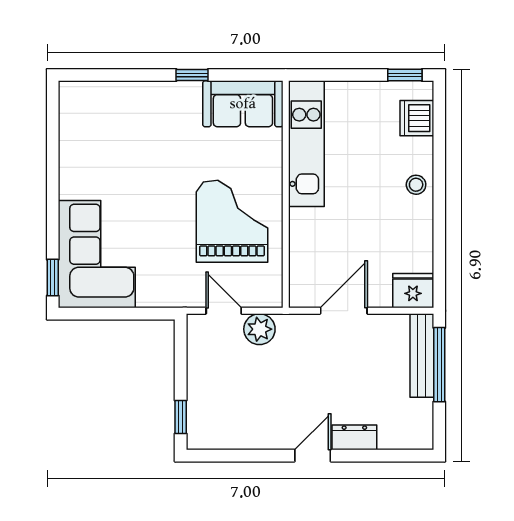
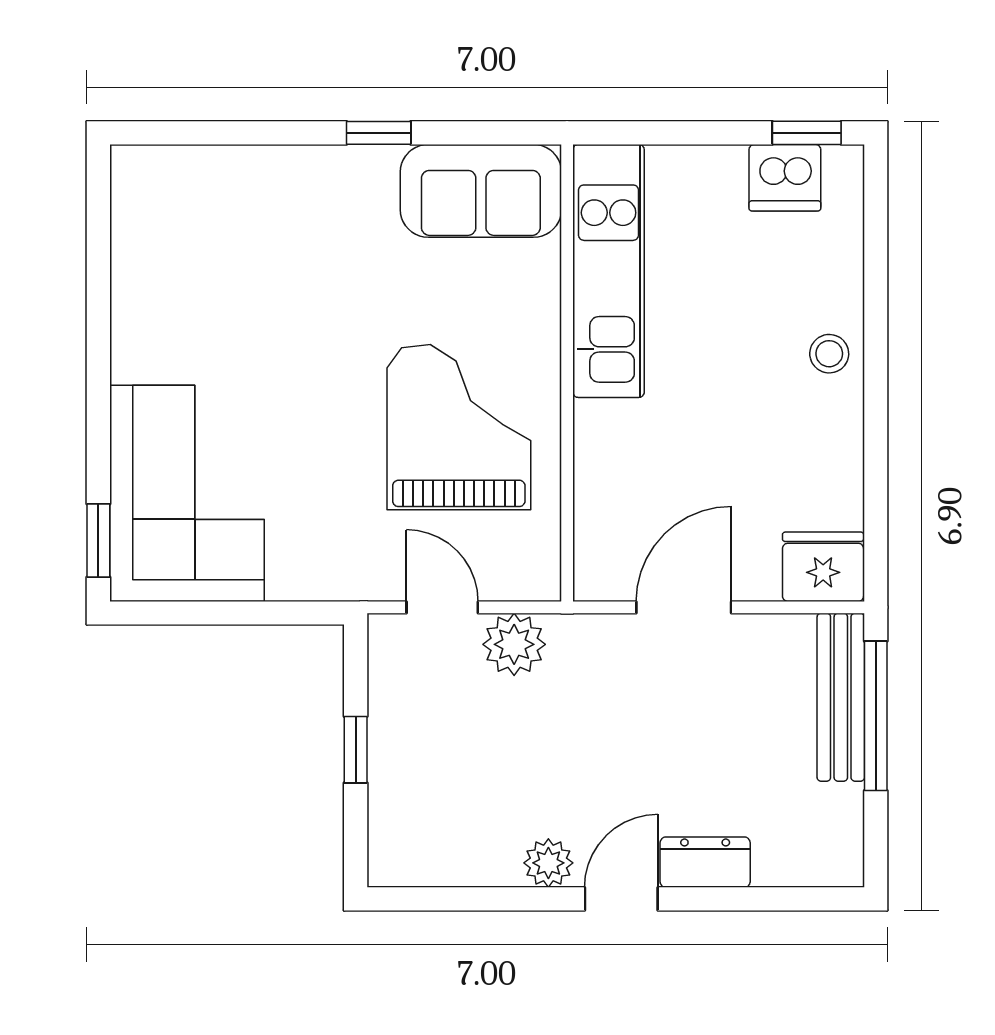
dishwasher: (417, 118) -> (785, 178), moved, turned -90
window: (181, 417) -> (356, 750), moved
plant: (276, 438) -> (548, 863), added

